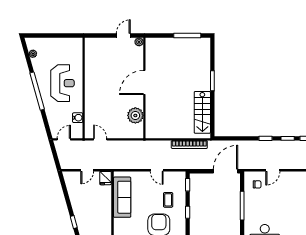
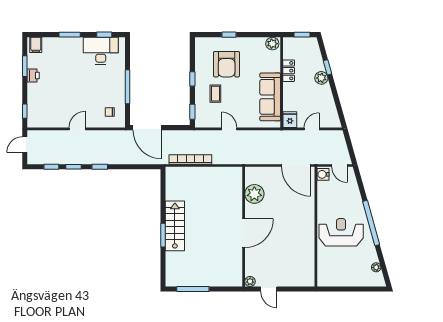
door: (123, 35) -> (269, 289), hinge flipped
reception desk: (62, 83) -> (341, 232), turned 90
stairs: (202, 112) -> (175, 226), moved
water cooler: (78, 118) -> (323, 174), moved
door: (64, 139) -> (339, 166), hinge flipped
door: (100, 139) -> (296, 166), width x1.88
door: (273, 170) -> (77, 129), moved
door: (226, 171) -> (147, 128), hinge flipped
plant: (79, 213) -> (321, 78), added
locker: (107, 219) -> (289, 71), added

